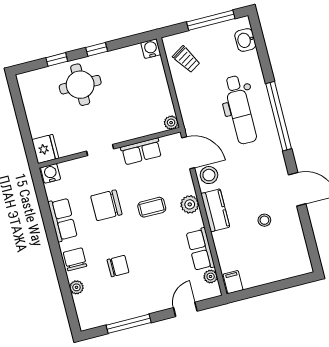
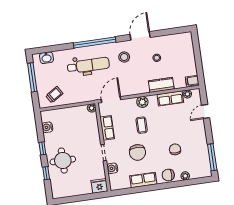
water cooler: (151, 49) -> (47, 127), moved
water cooler: (51, 173) -> (112, 168), moved
stool: (209, 175) -> (124, 57), moved
kitchen counter: (215, 210) -> (161, 85), moved
door: (185, 309) -> (206, 111), hinge flipped
window: (129, 324) -> (212, 157), moved

